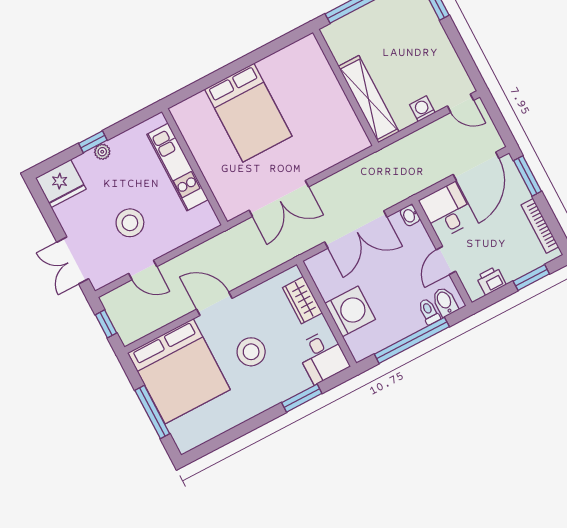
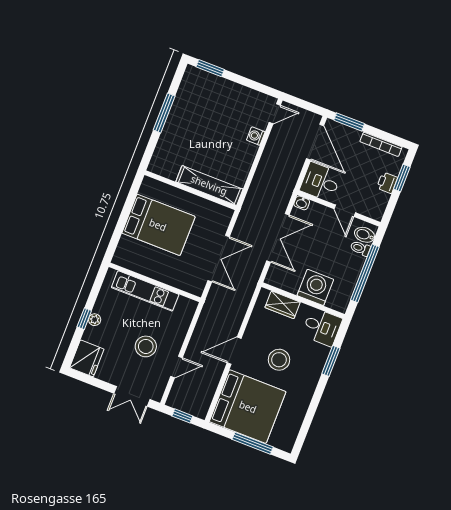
wall: (346, 87) -> (190, 190), moved
shelving: (369, 99) -> (209, 185), moved
printer: (491, 281) -> (387, 183), moved

